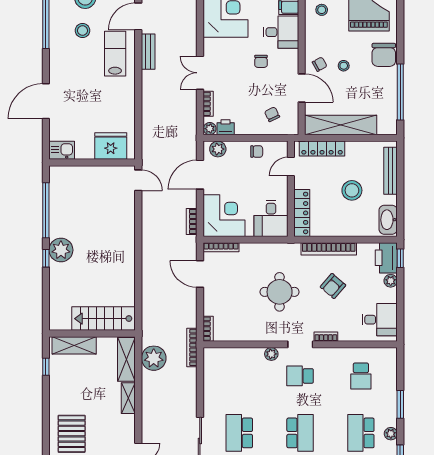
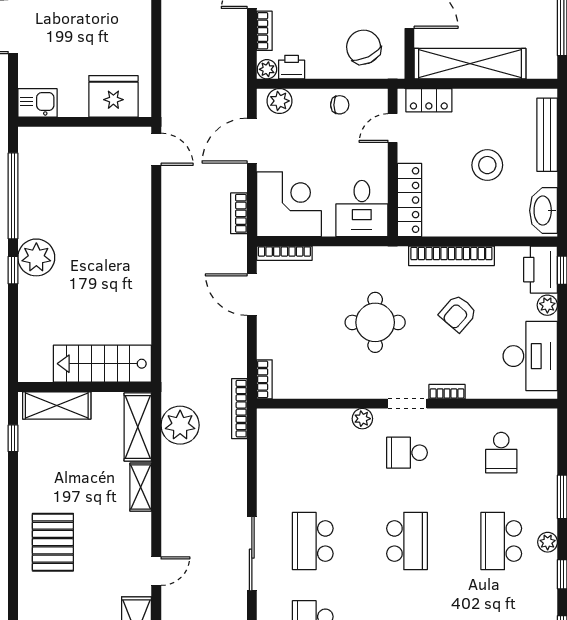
chair: (272, 114) -> (364, 47), width x1.87, depth x1.87
locker: (322, 149) -> (429, 100), width x0.66
desk: (380, 320) -> (530, 356), width x1.37

